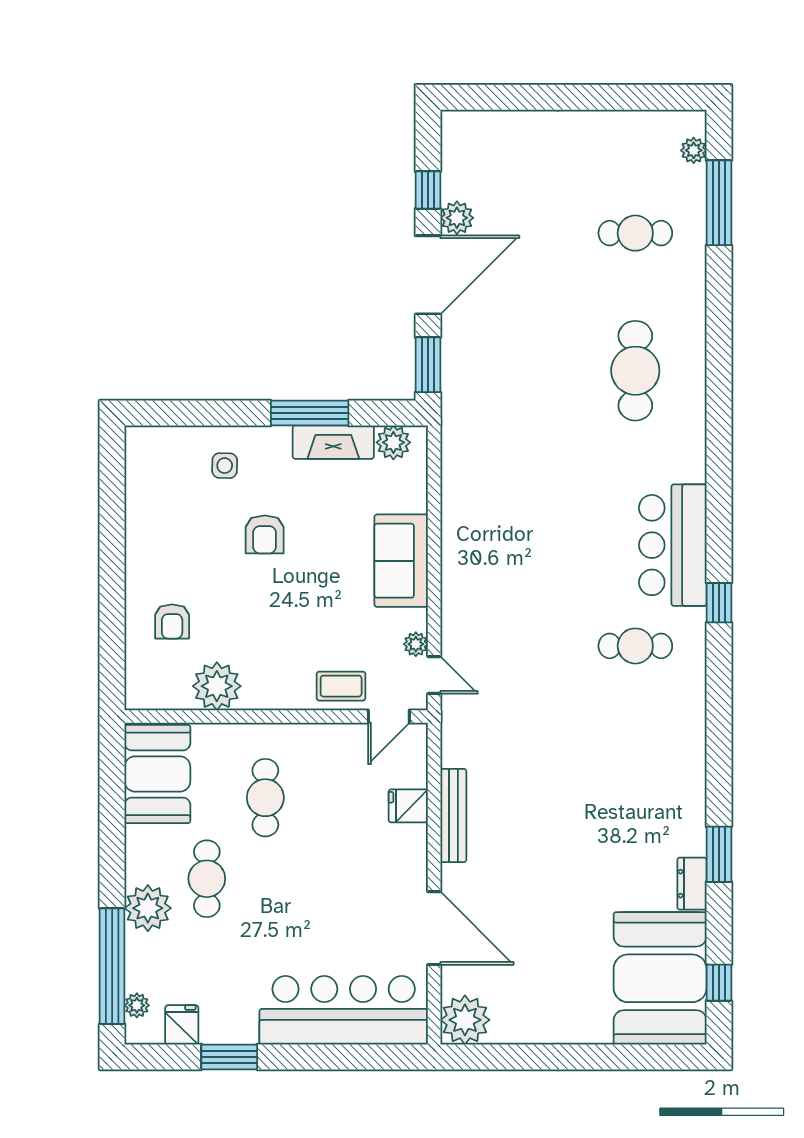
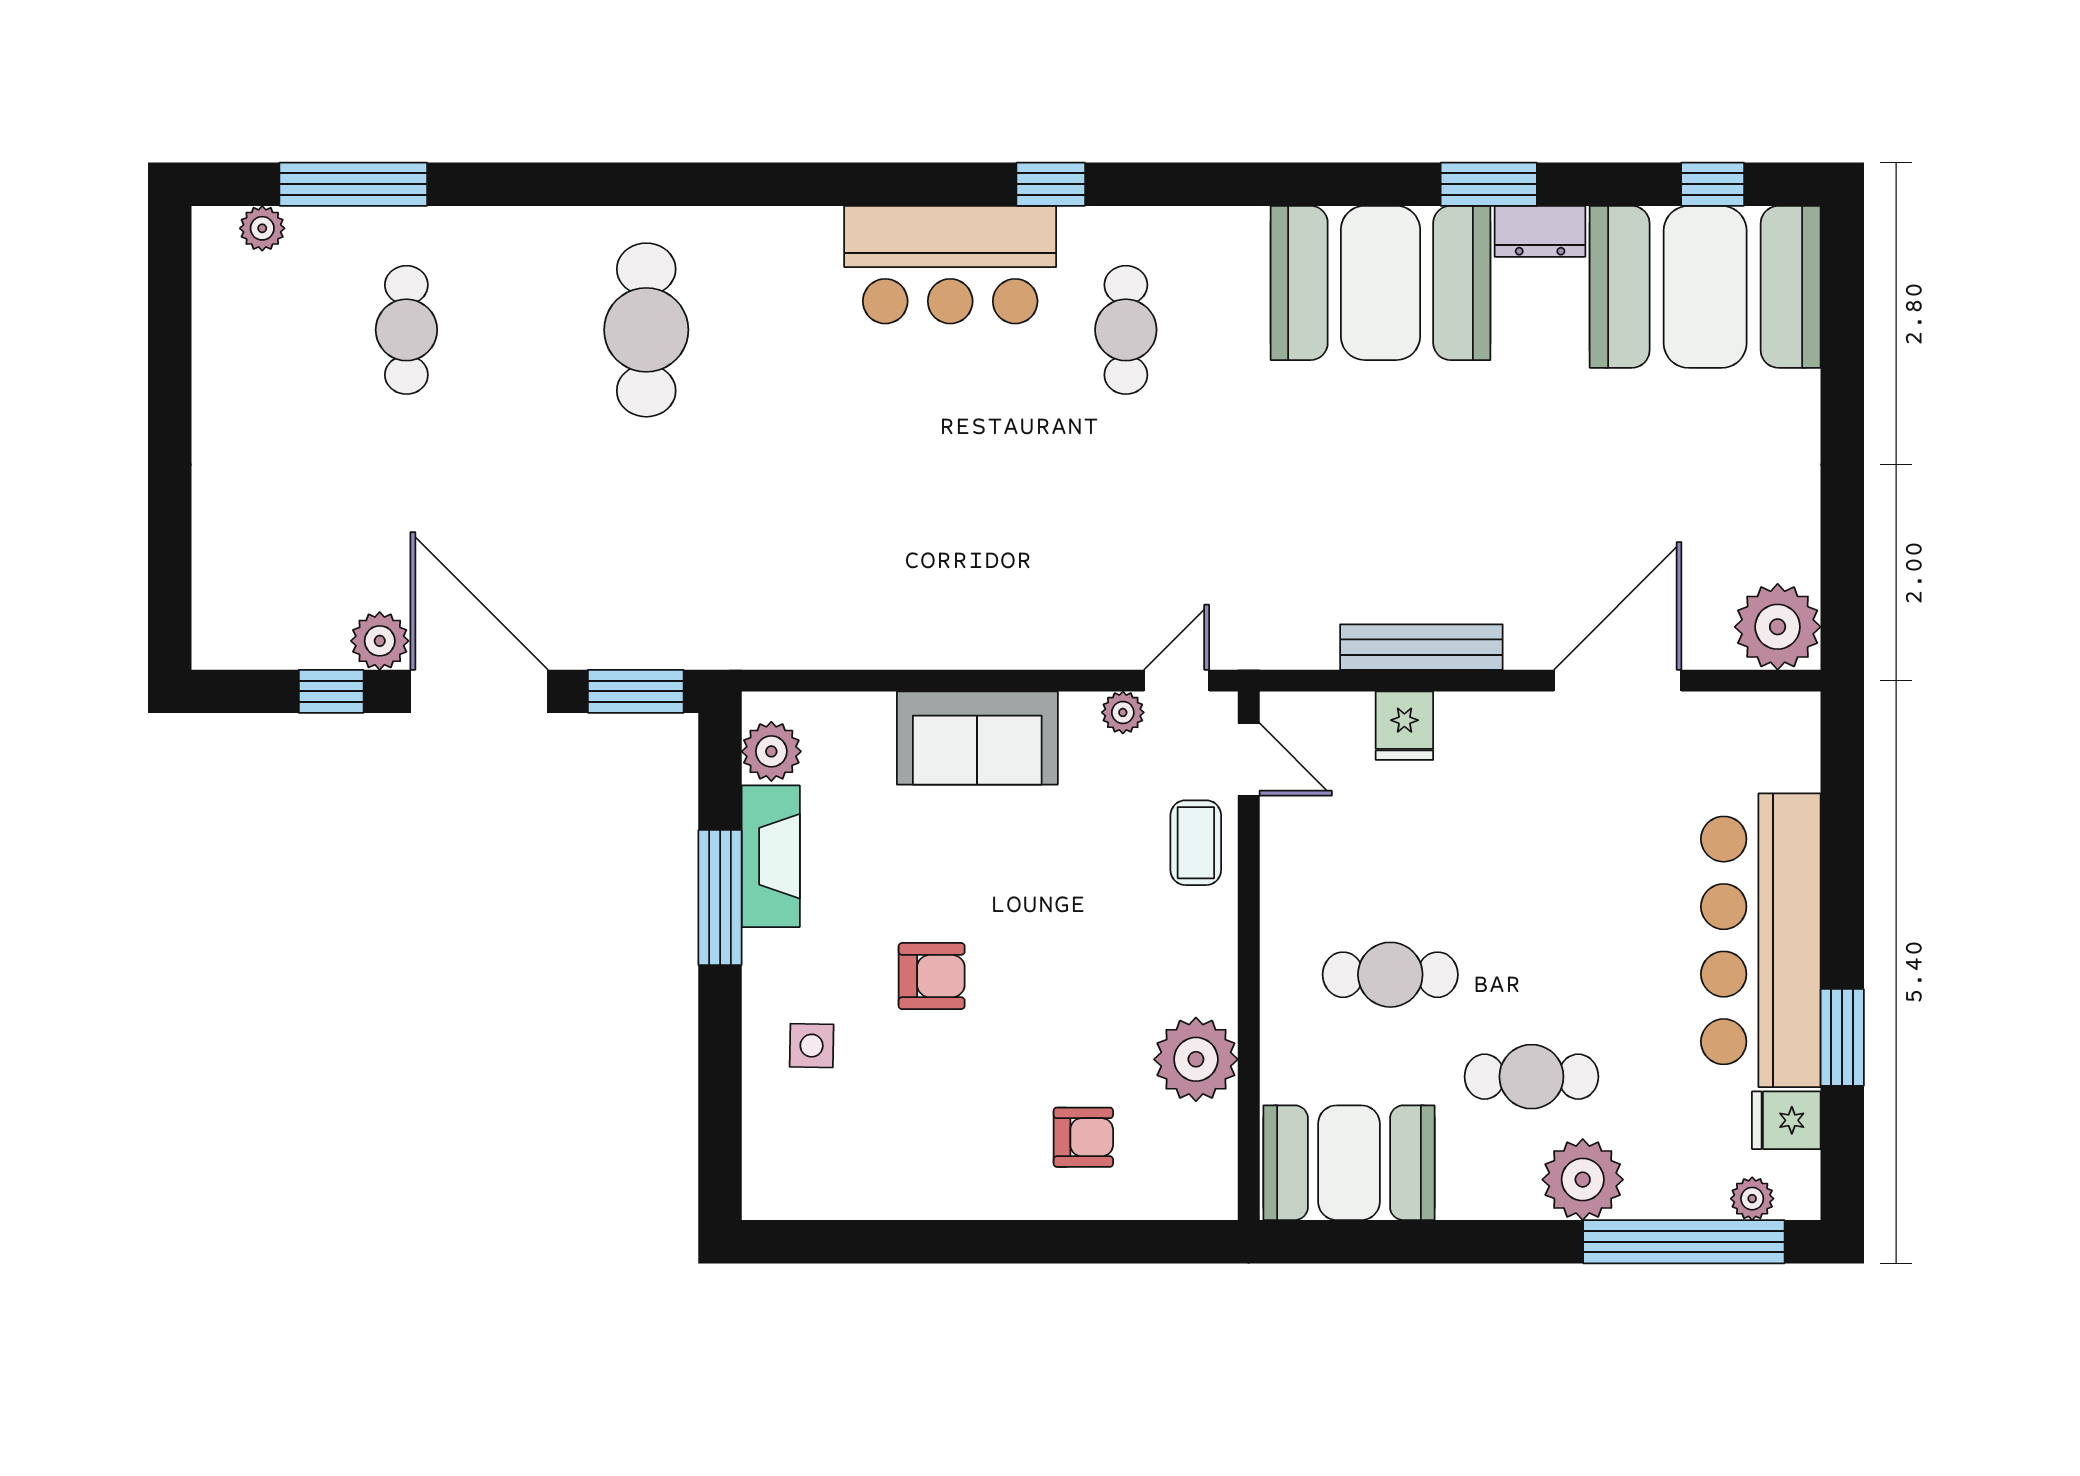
cafe table: (635, 371) -> (646, 330), turned 90
booth: (662, 792) -> (1380, 283), added
bar counter: (344, 1010) -> (1761, 940), moved

